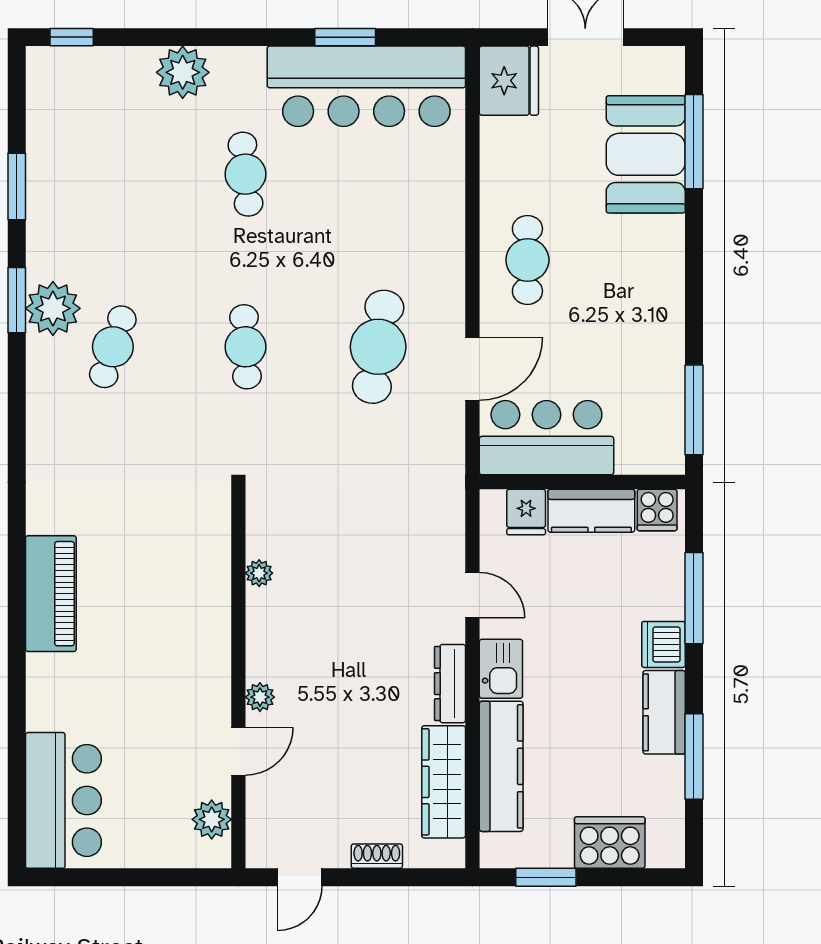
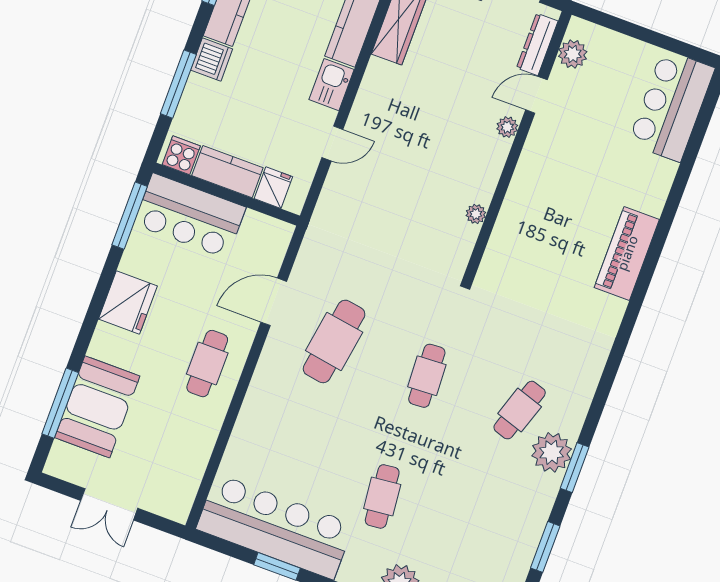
fridge: (509, 81) -> (128, 303), moved, turned 180
bar counter: (546, 438) -> (190, 216), moved
door: (472, 595) -> (332, 144), swing flipped
dresser: (450, 684) -> (537, 44), moved, turned 180

